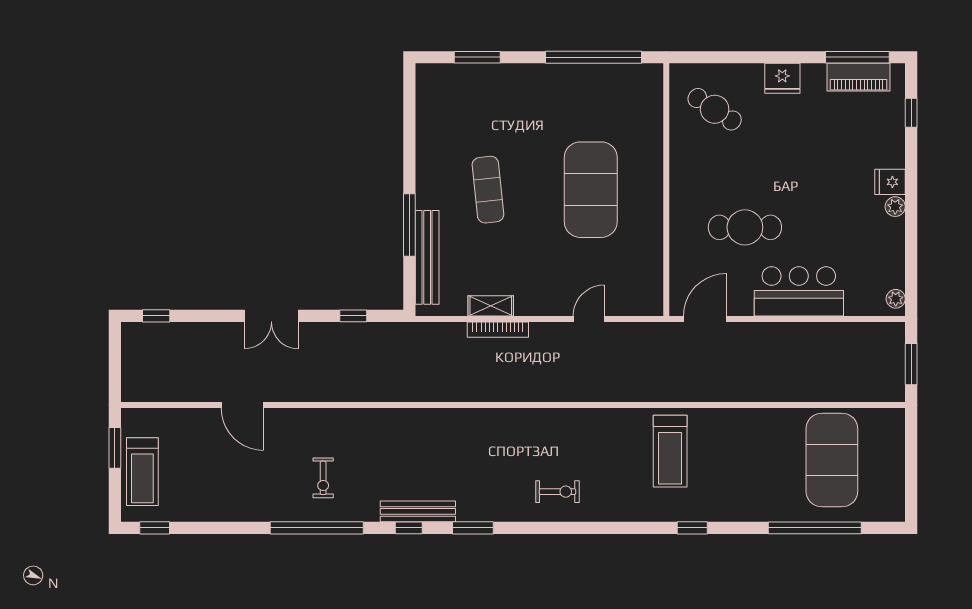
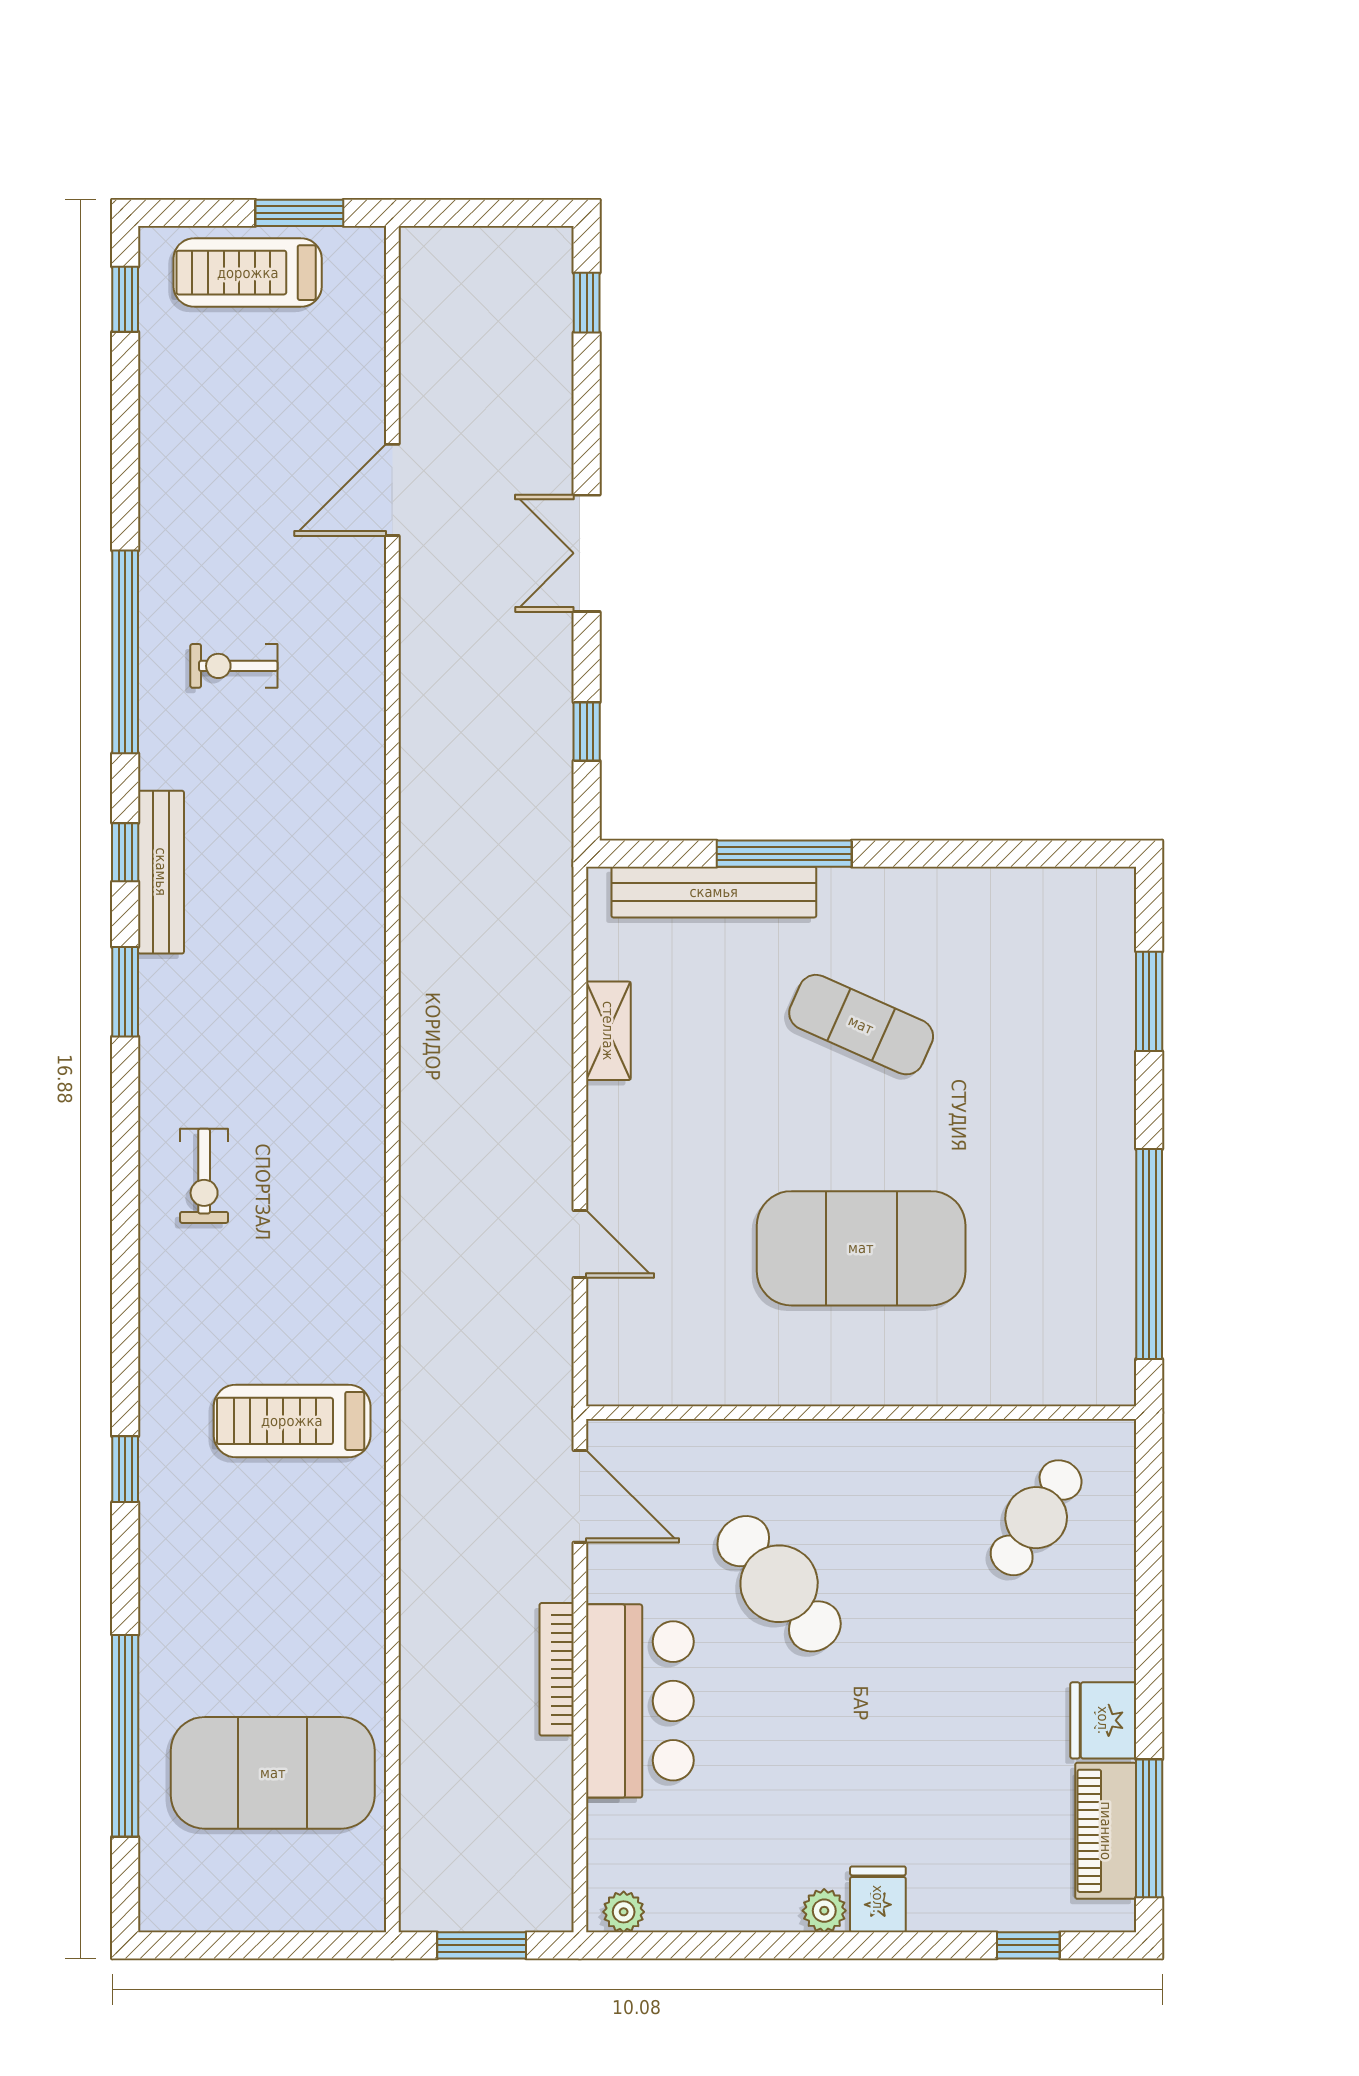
fridge: (782, 78) -> (1103, 1720), moved
exercise mat: (488, 190) -> (861, 1025), turned 30
cafe table: (745, 227) -> (779, 1584), turned -40
bookcase: (498, 330) -> (557, 1669), moved

